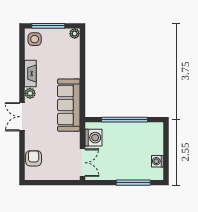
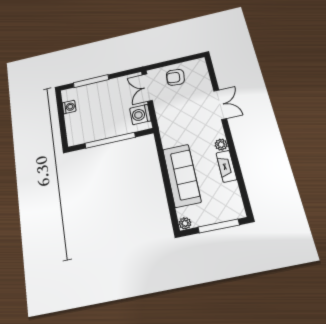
side table: (35, 39) -> (231, 207), removed
sofa: (69, 105) -> (182, 175), moved
double door: (22, 117) -> (220, 105), moved
armchair: (34, 158) -> (175, 77), moved, turned 96

